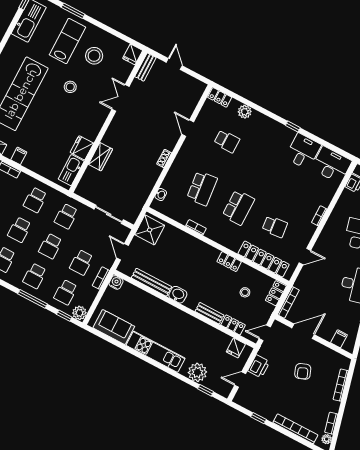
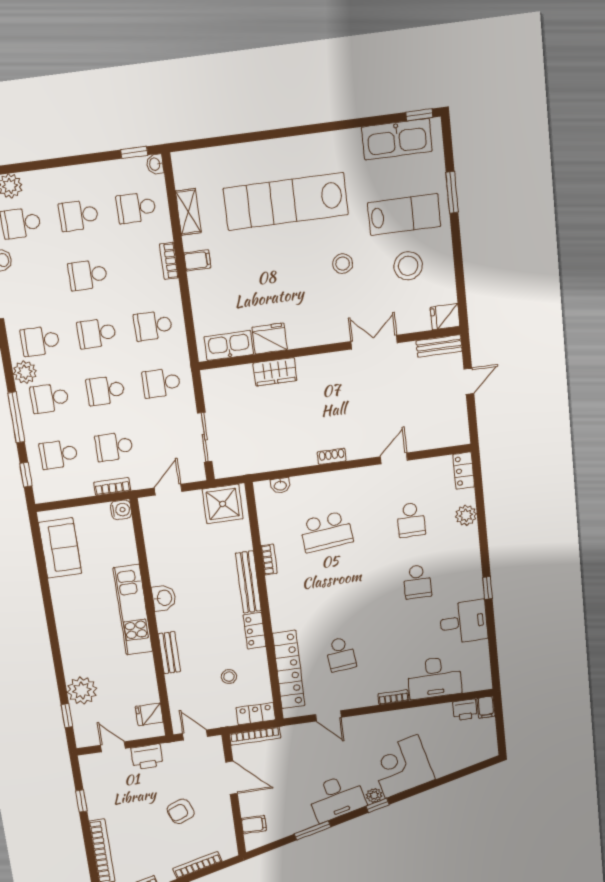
desk: (331, 165) -> (434, 678), moved, turned 90
school desk: (238, 207) -> (417, 582), moved, width x0.54
bench: (151, 282) -> (248, 582), moved
plant: (79, 313) -> (25, 372), moved
locker: (233, 325) -> (176, 691), removed
kitchen unit: (156, 352) -> (133, 610), moved, turned 180

